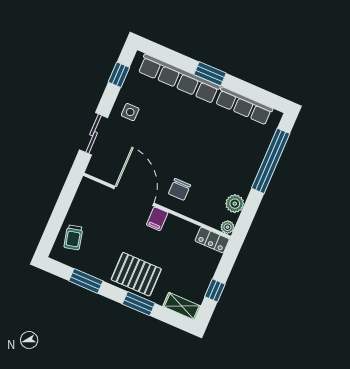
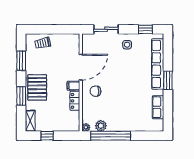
row of seats: (244, 106) -> (158, 107), width x0.68
window: (271, 161) -> (111, 136), moved
locker: (212, 240) -> (75, 101), moved

